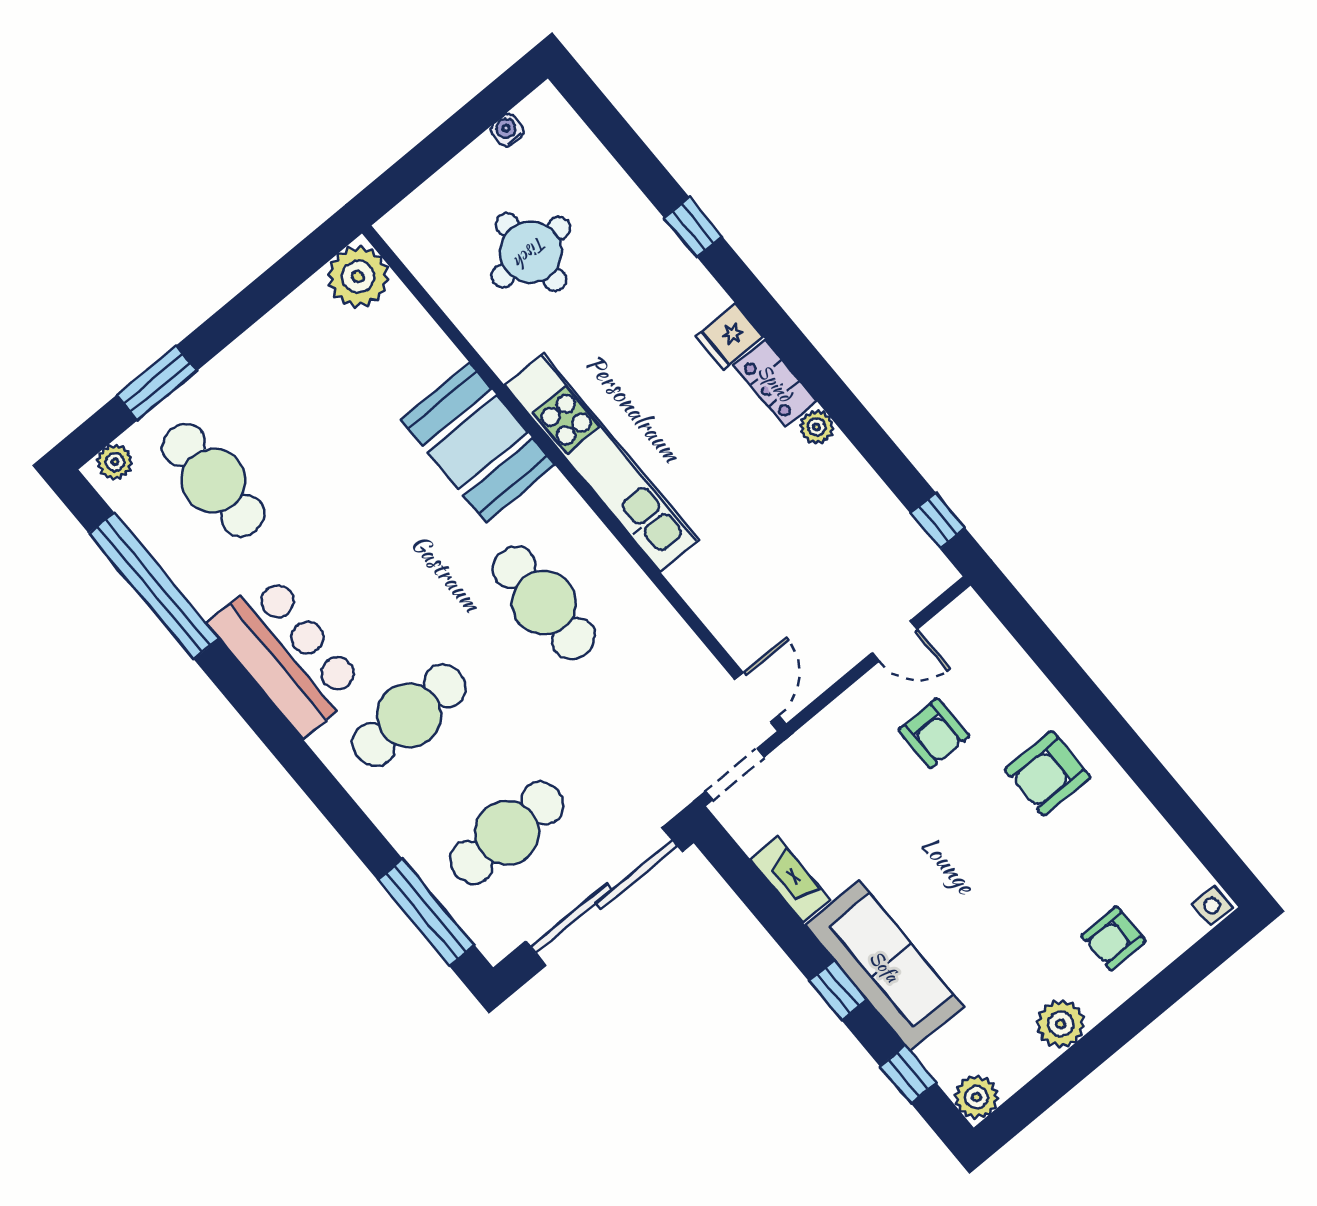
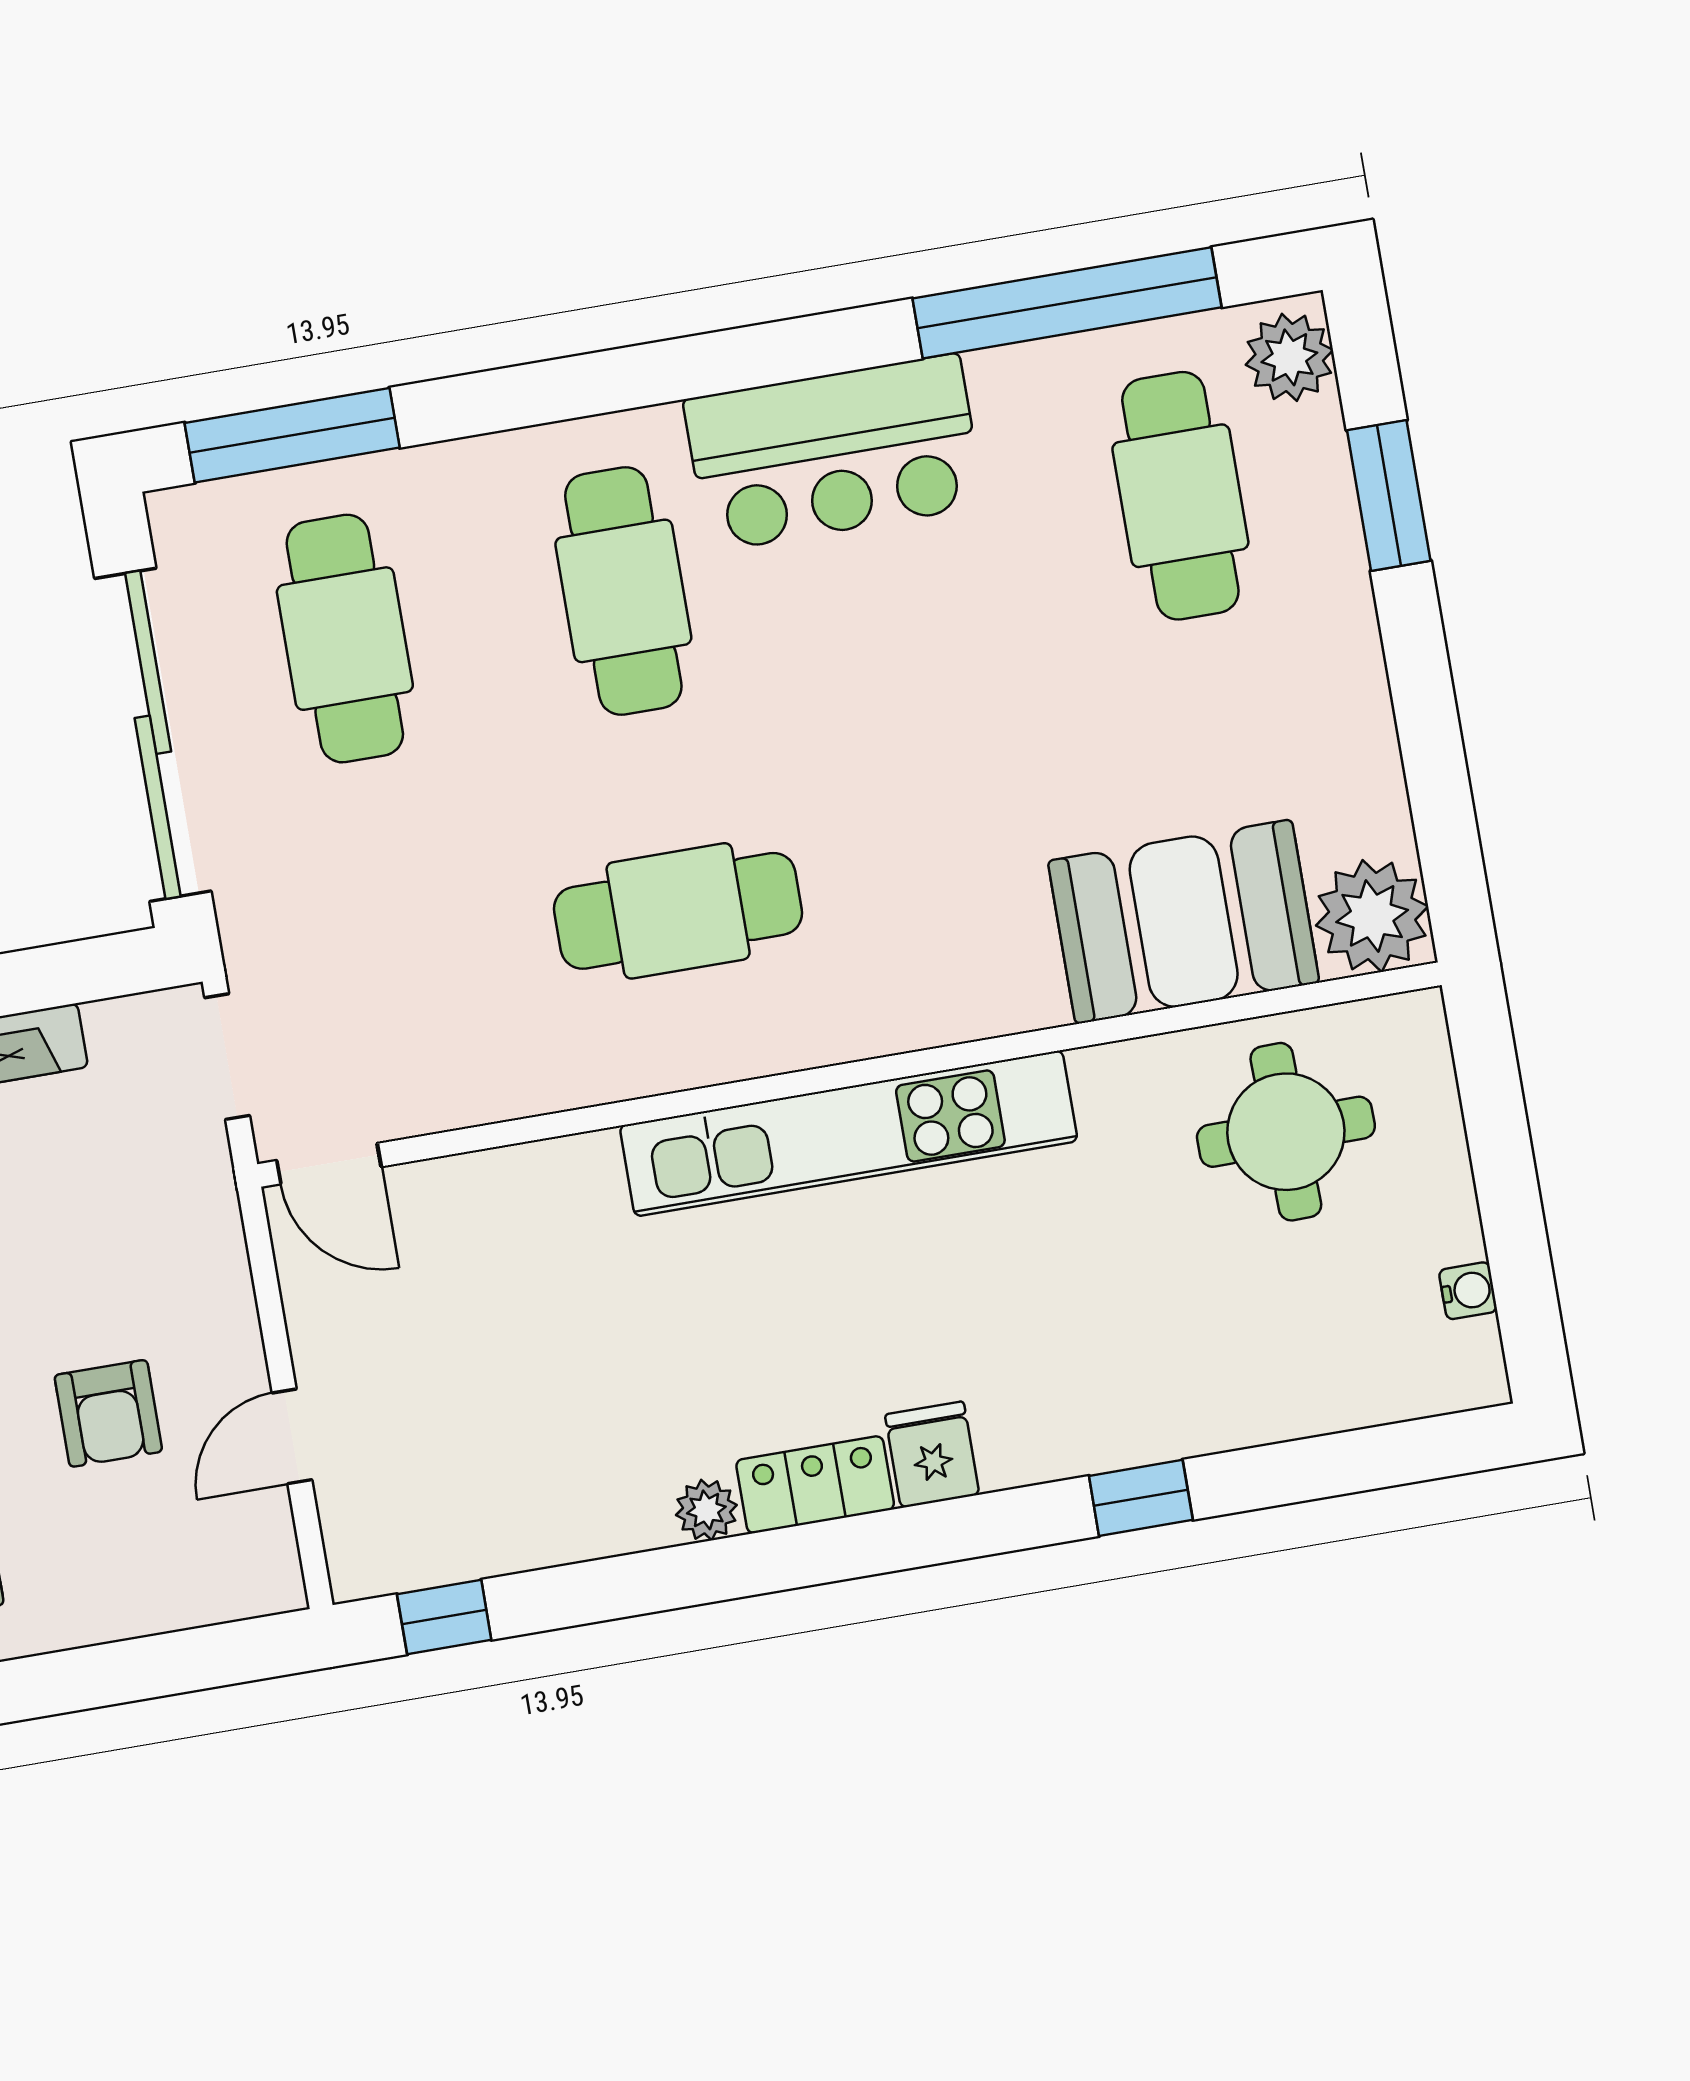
round table: (531, 252) -> (1286, 1132), moved
booth: (478, 442) -> (1184, 922), moved
plant: (115, 462) -> (1289, 357), width x1.38, depth x1.38
cafe table: (213, 480) -> (1180, 496), turned 90
armchair: (934, 733) -> (108, 1413), turned -90

